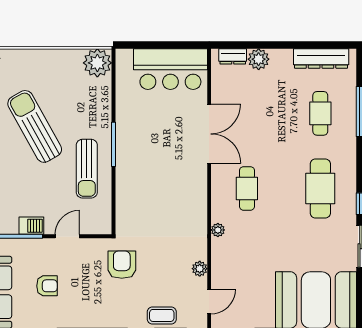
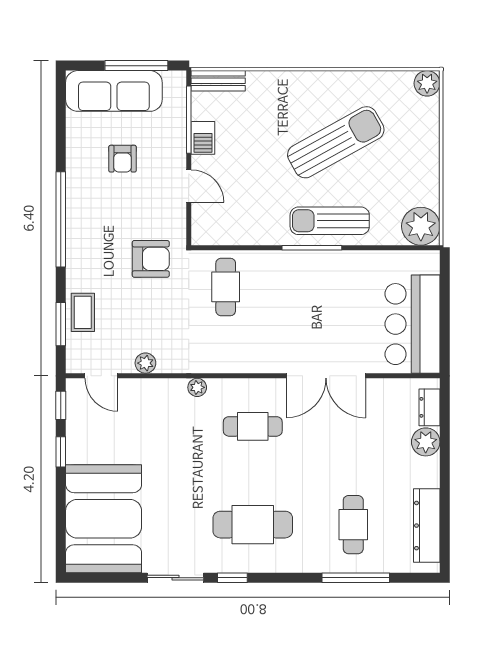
cafe table: (320, 113) -> (353, 525), turned 90
sun lounger: (87, 169) -> (330, 221), moved
cafe table: (143, 209) -> (226, 287), added

